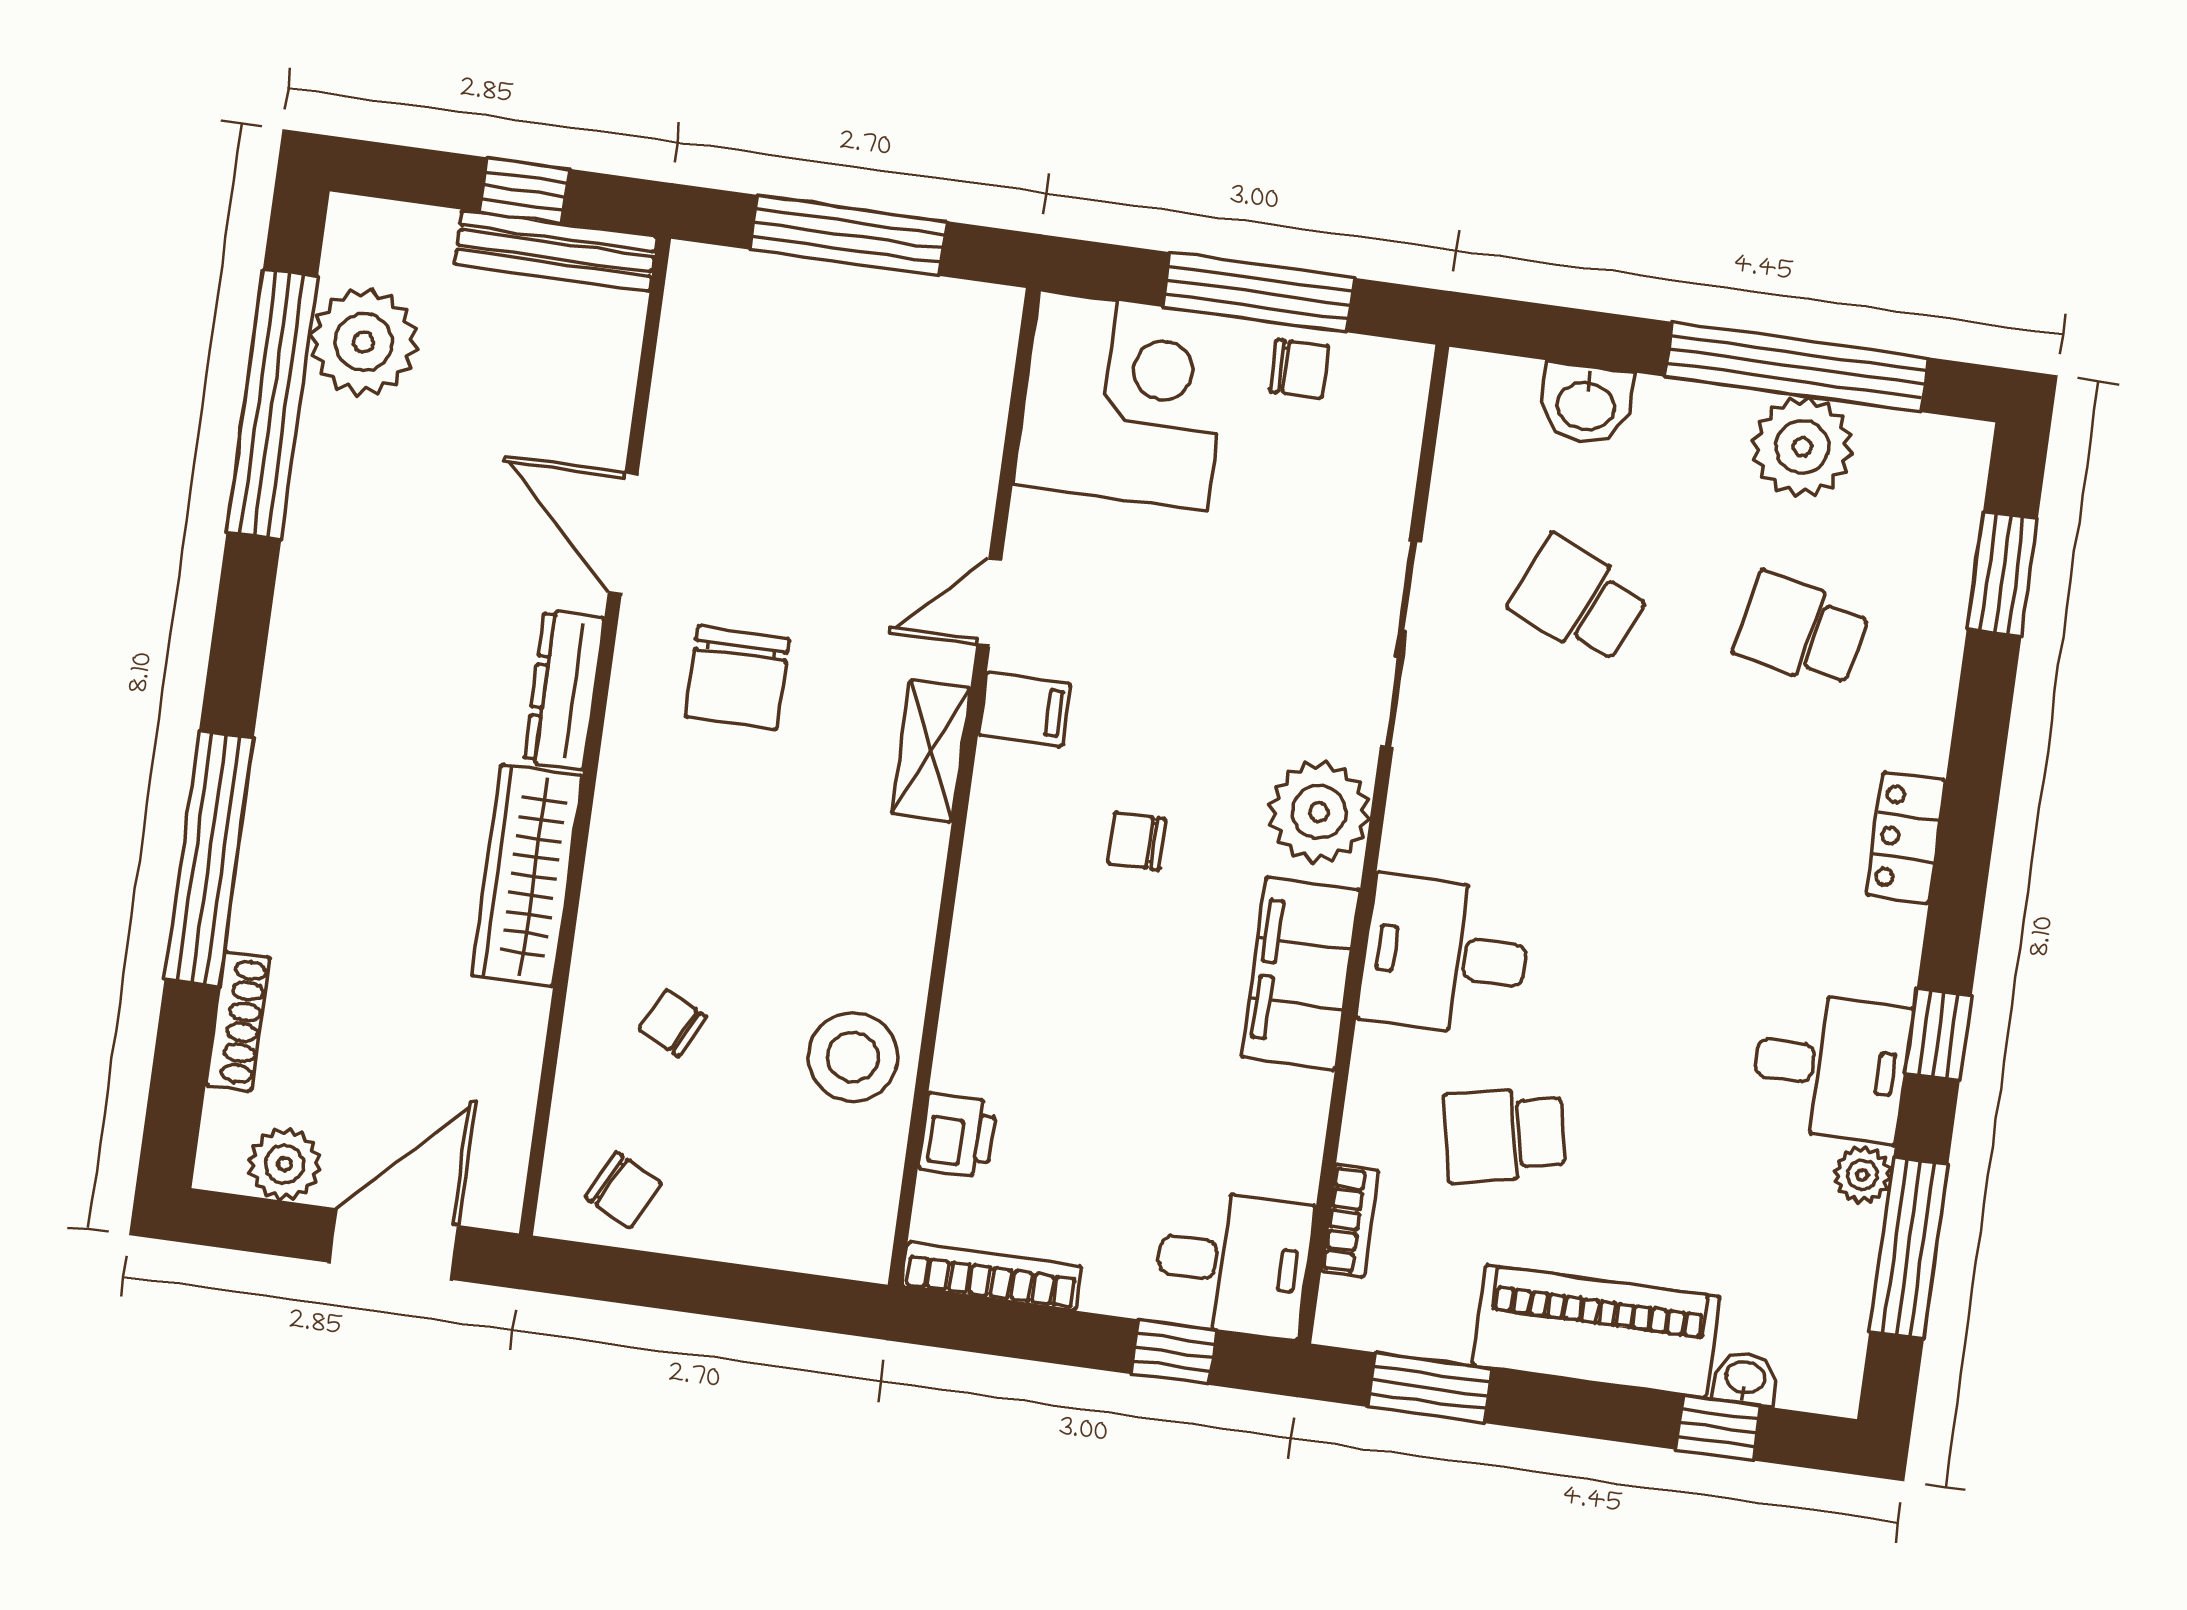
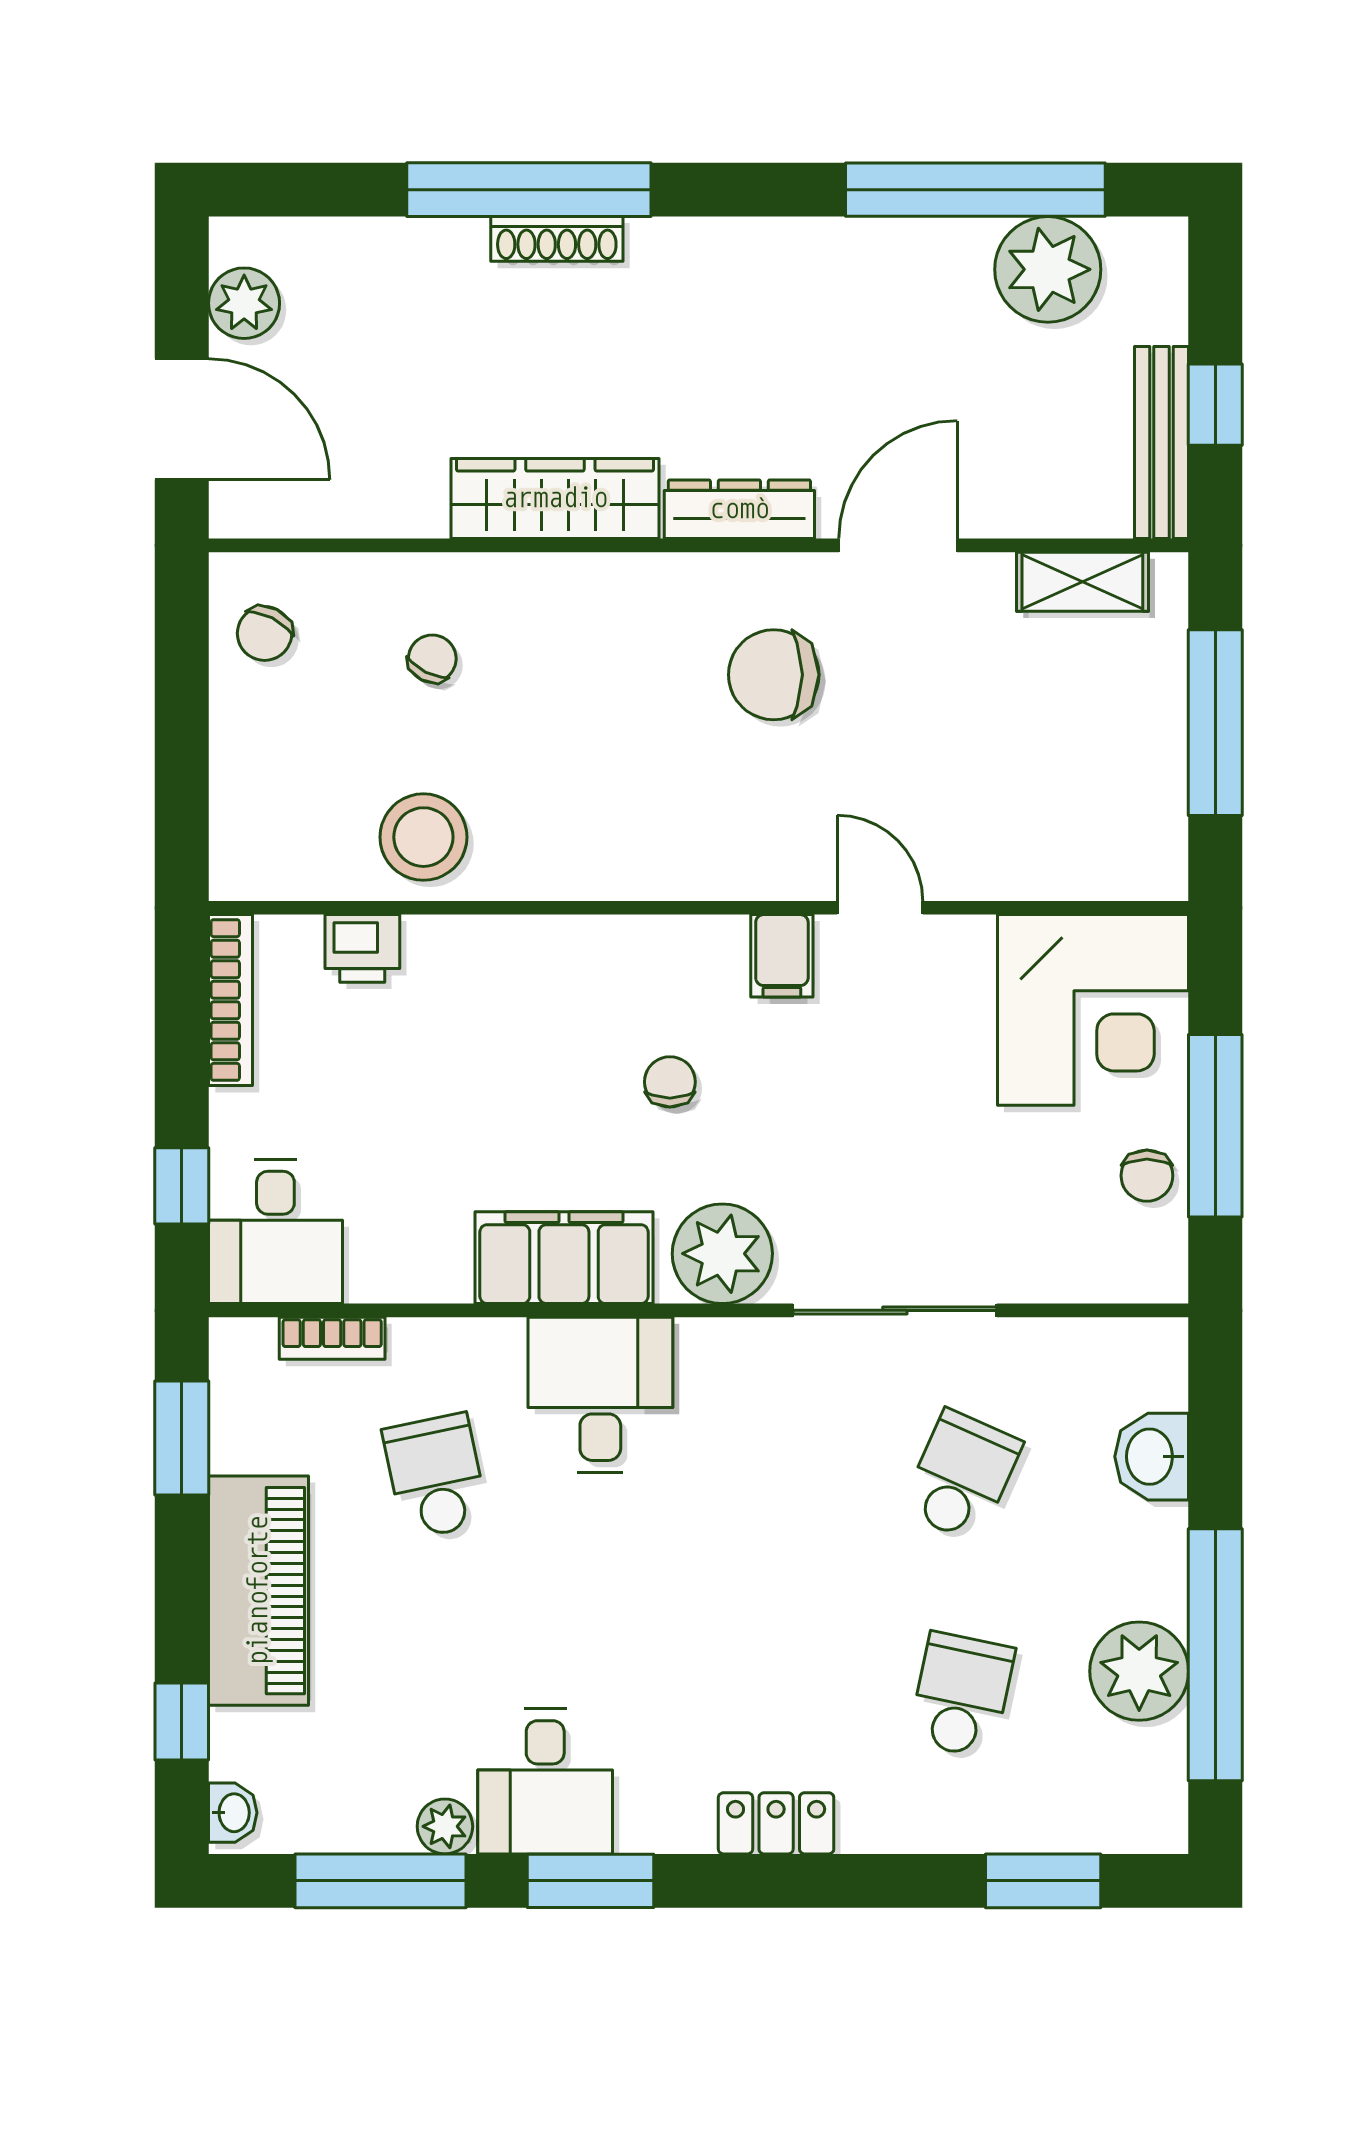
shelving: (931, 751) -> (1082, 582), moved
shoe rack: (238, 1021) -> (557, 239), moved
window: (1938, 1034) -> (591, 1881), width x1.50
washbasin: (1745, 1379) -> (233, 1813), moved

